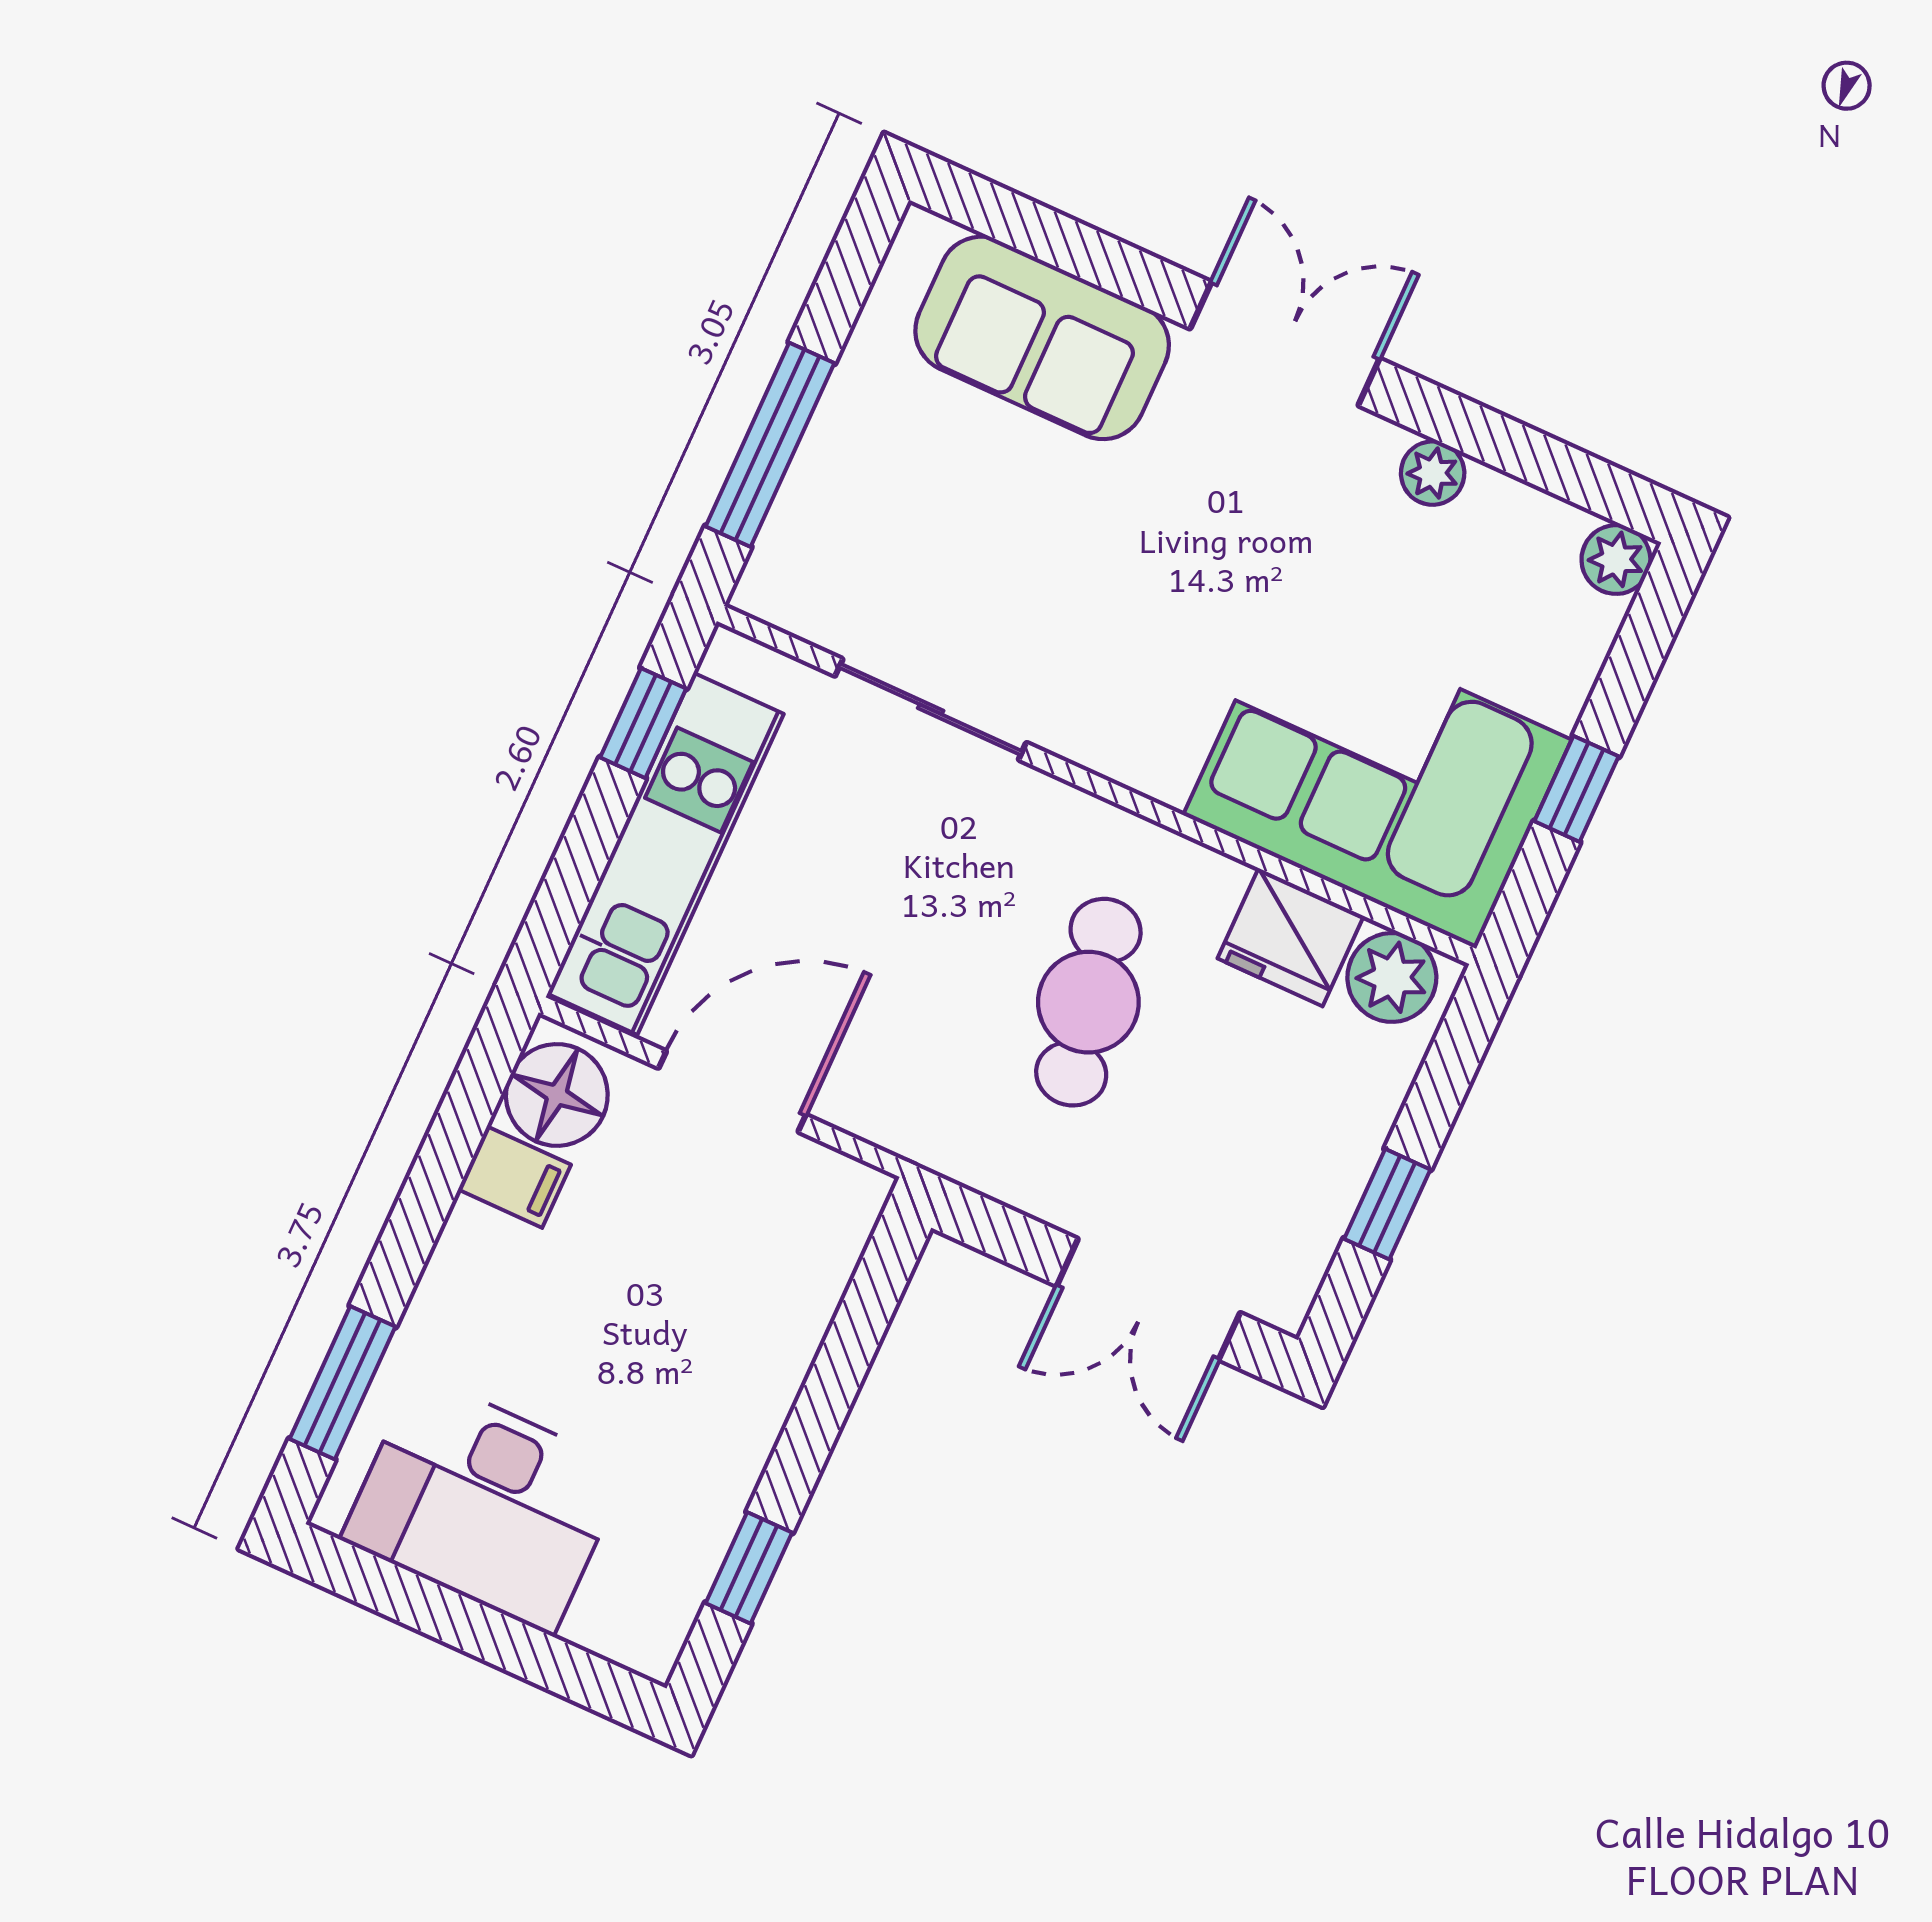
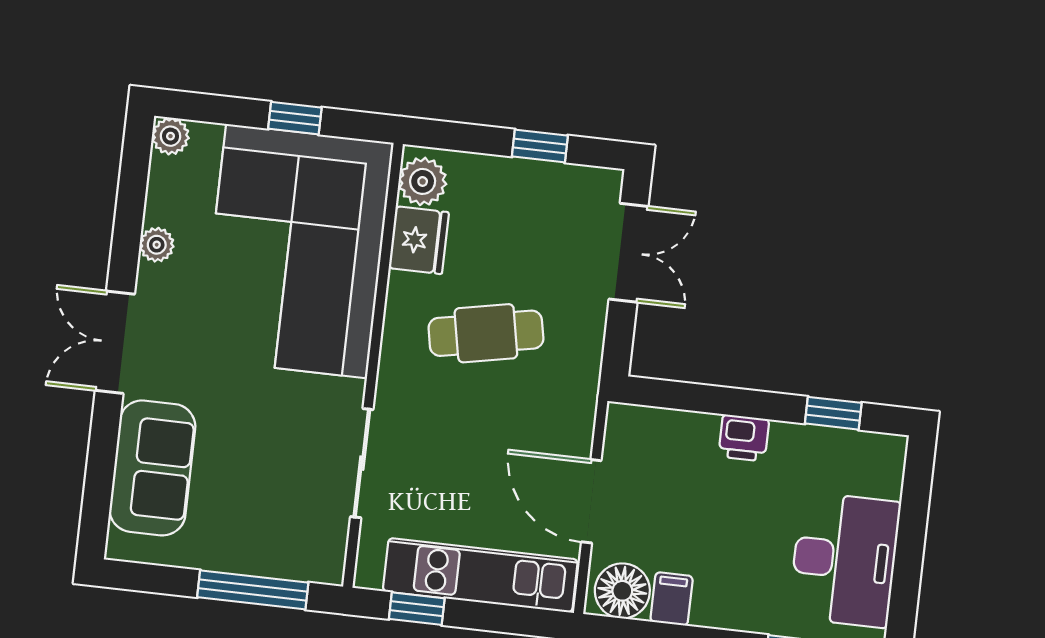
corner sofa: (1377, 777) -> (296, 251), width x1.36, depth x1.36
printer: (757, 1396) -> (744, 438), added

